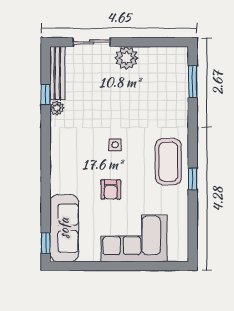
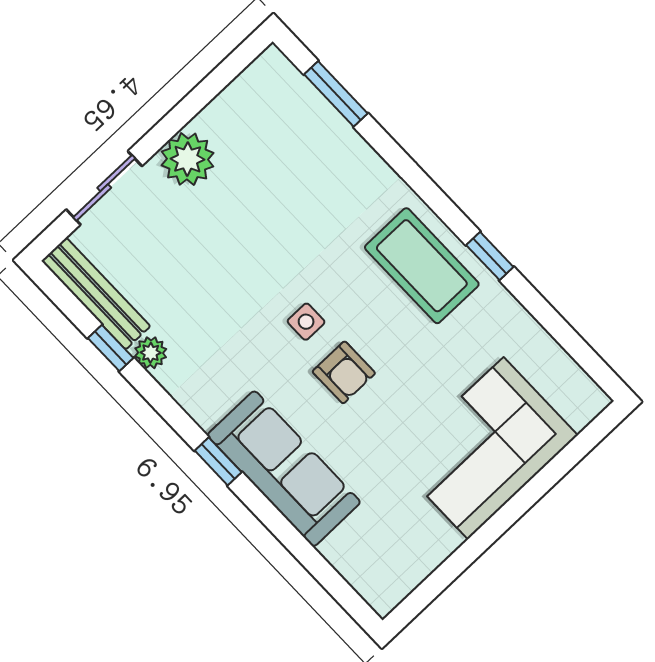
armchair: (111, 189) -> (344, 372), moved
sofa: (64, 228) -> (284, 469), moved
window: (46, 243) -> (218, 461), moved

